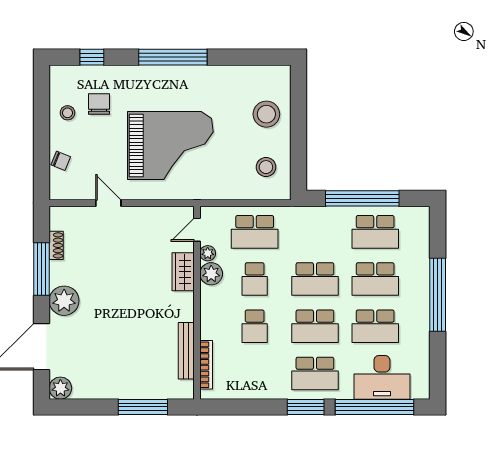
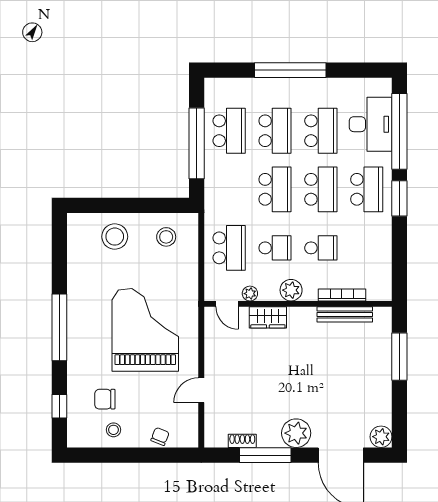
plant: (211, 274) -> (291, 290), moved
bookcase: (206, 365) -> (342, 295), moved

